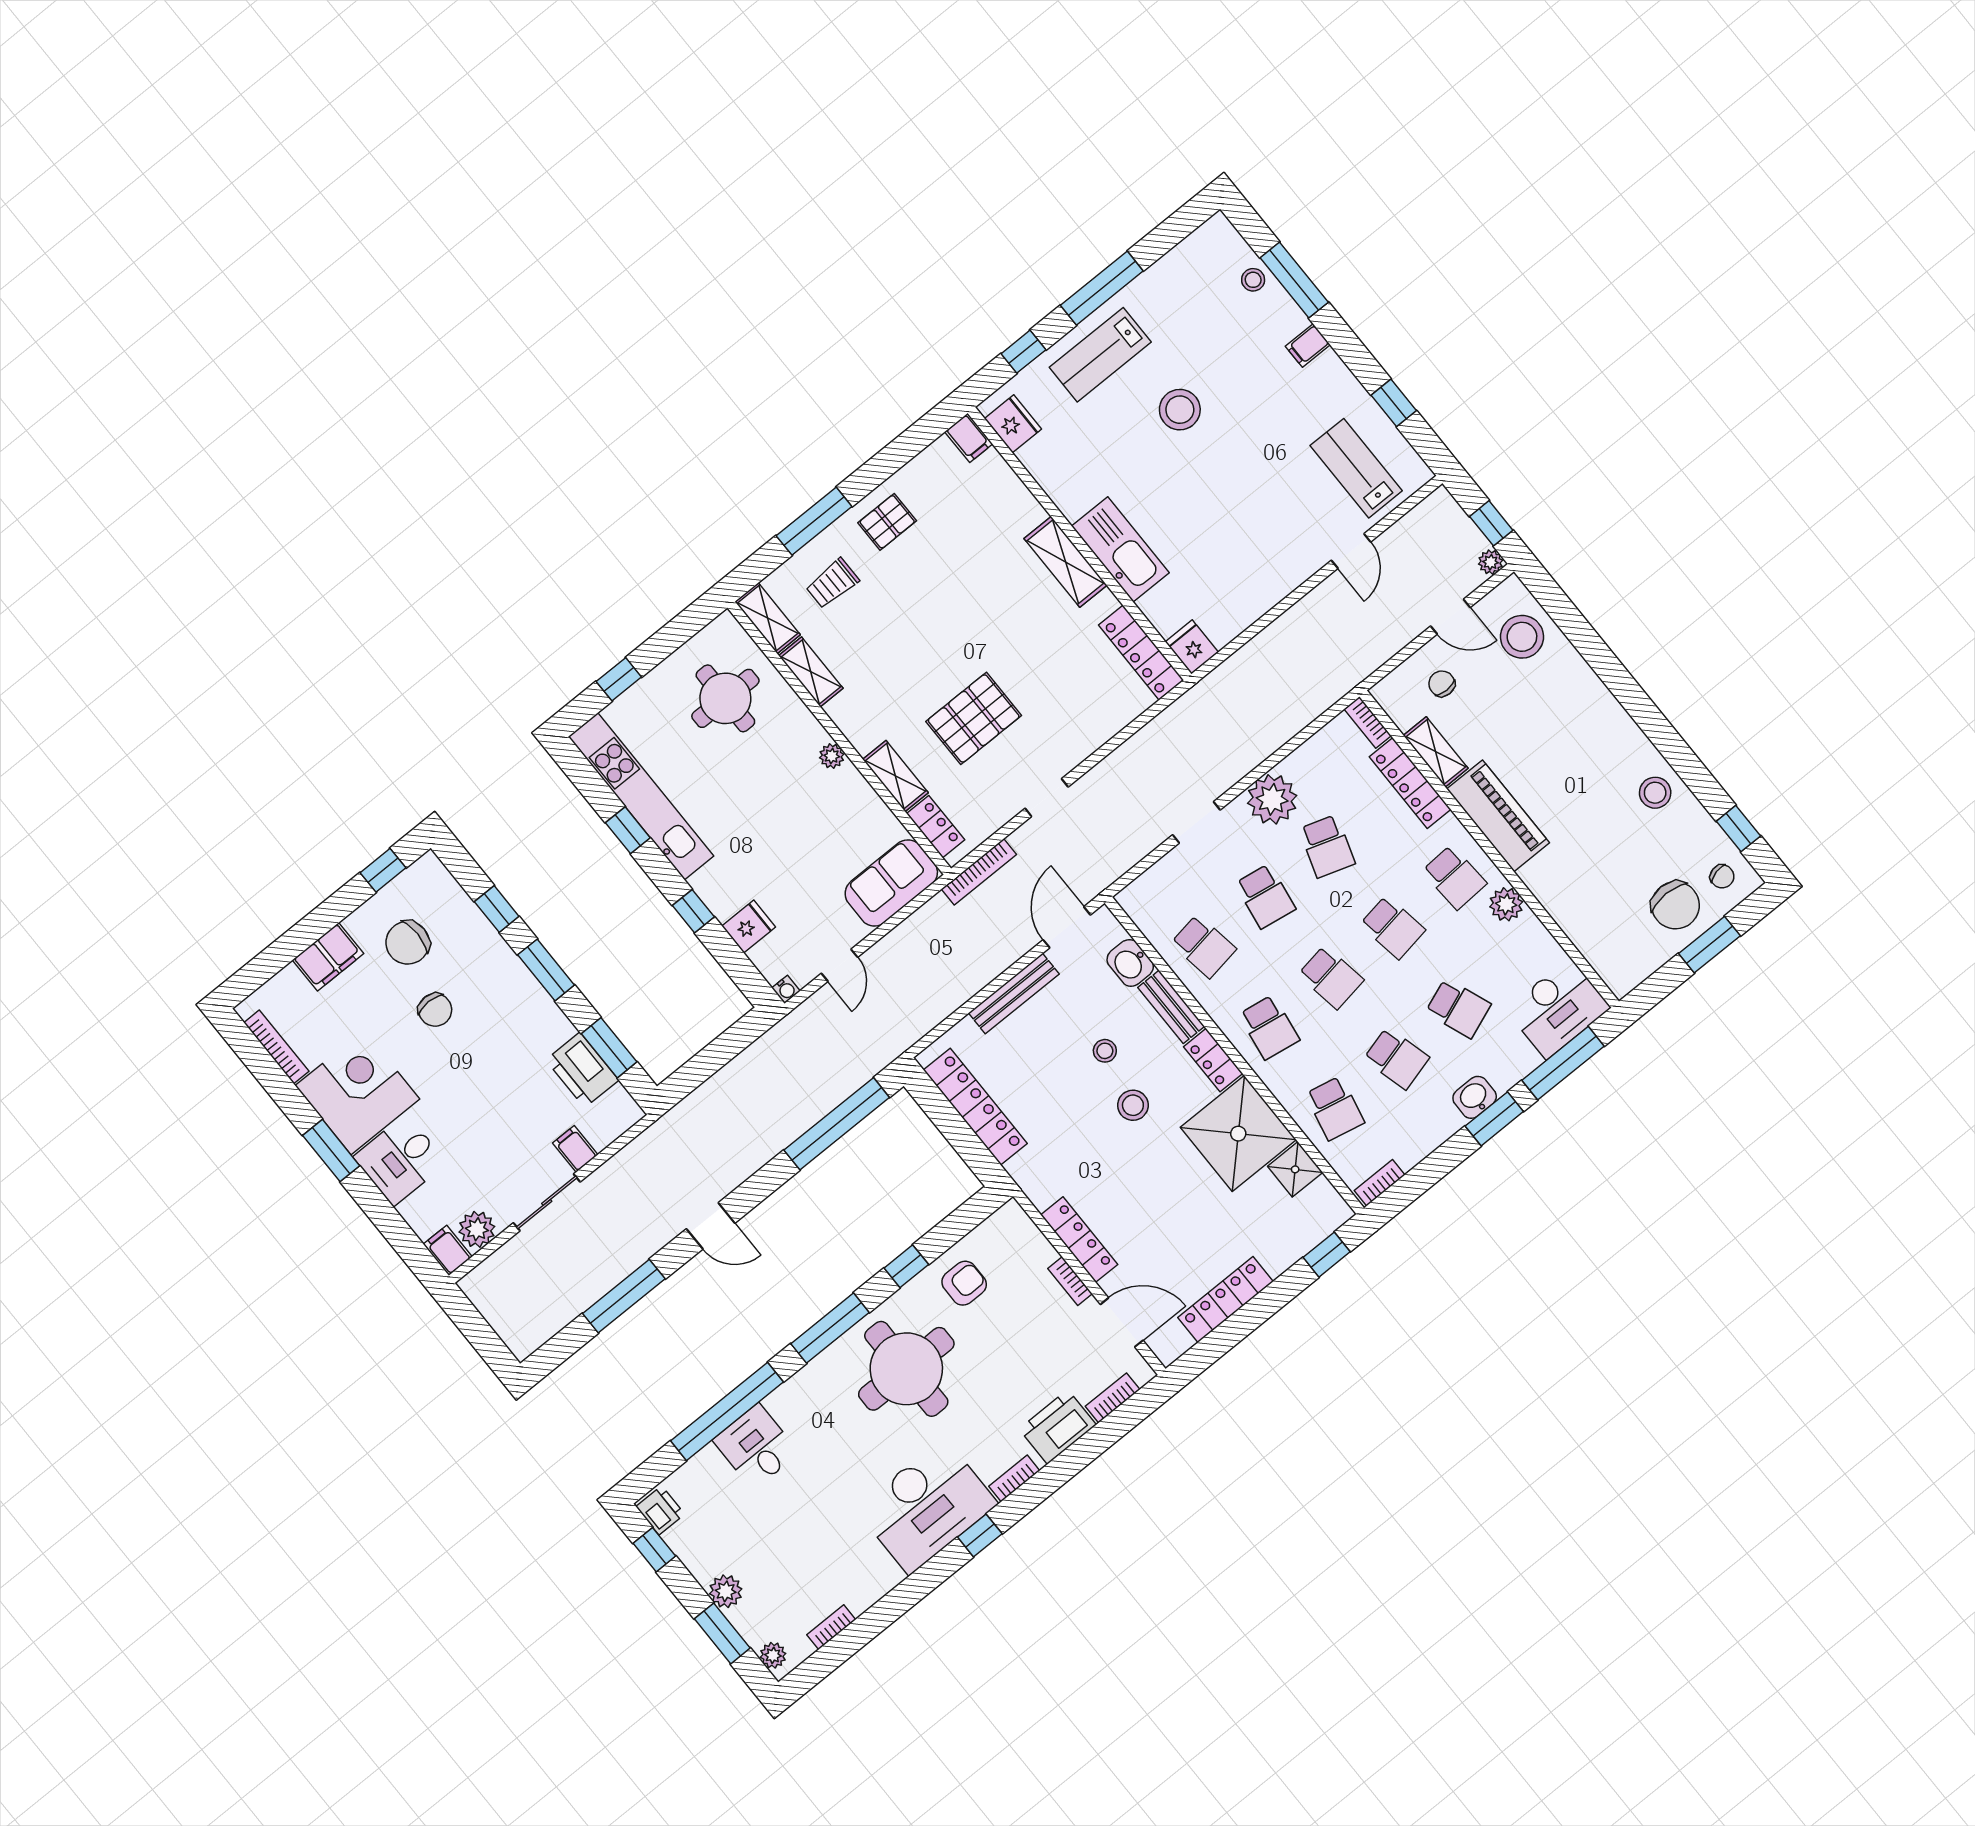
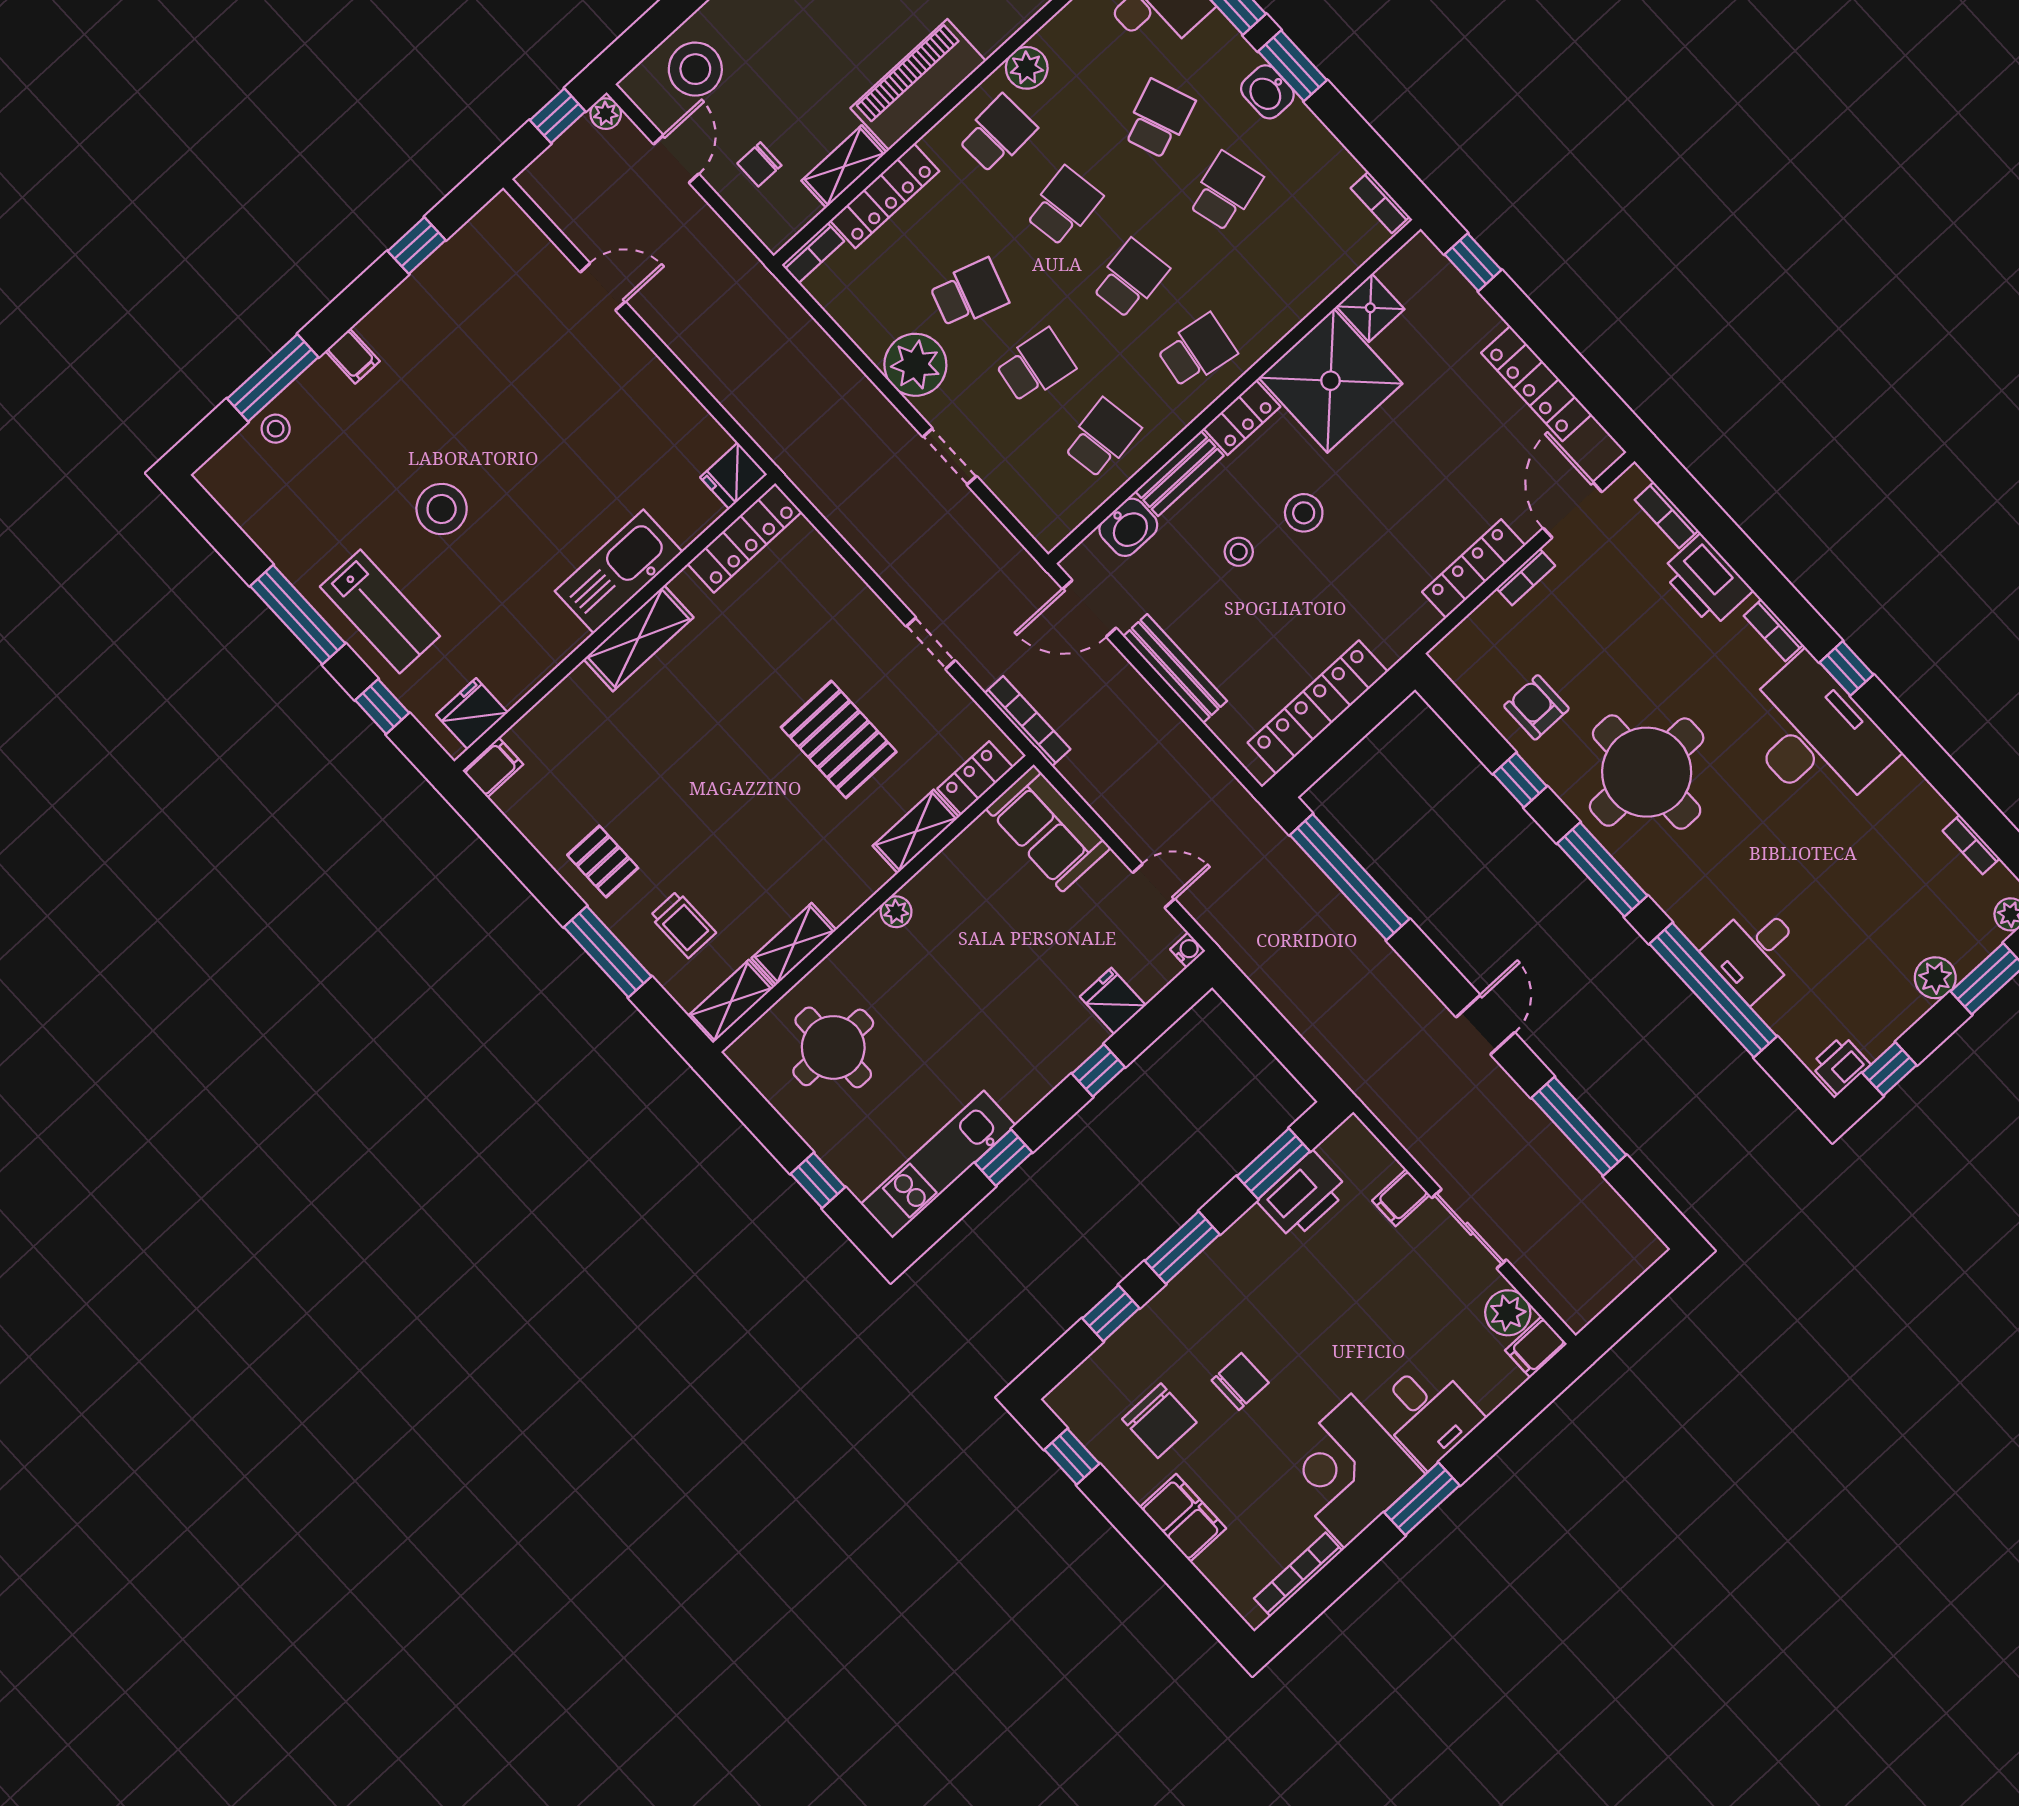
lab bench: (1356, 468) -> (500, 287), removed
kitchen unit: (641, 796) -> (938, 1165), width x0.73
school desk: (1335, 1108) -> (1292, 264), removed

